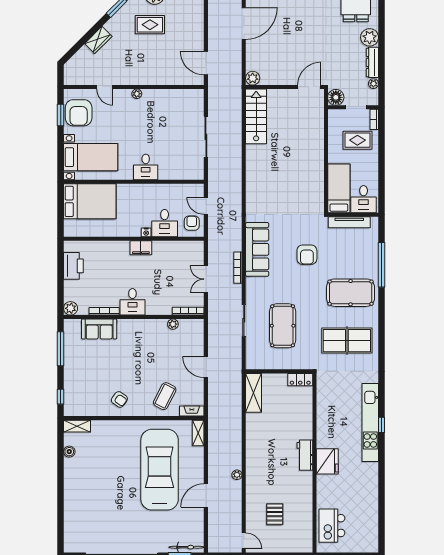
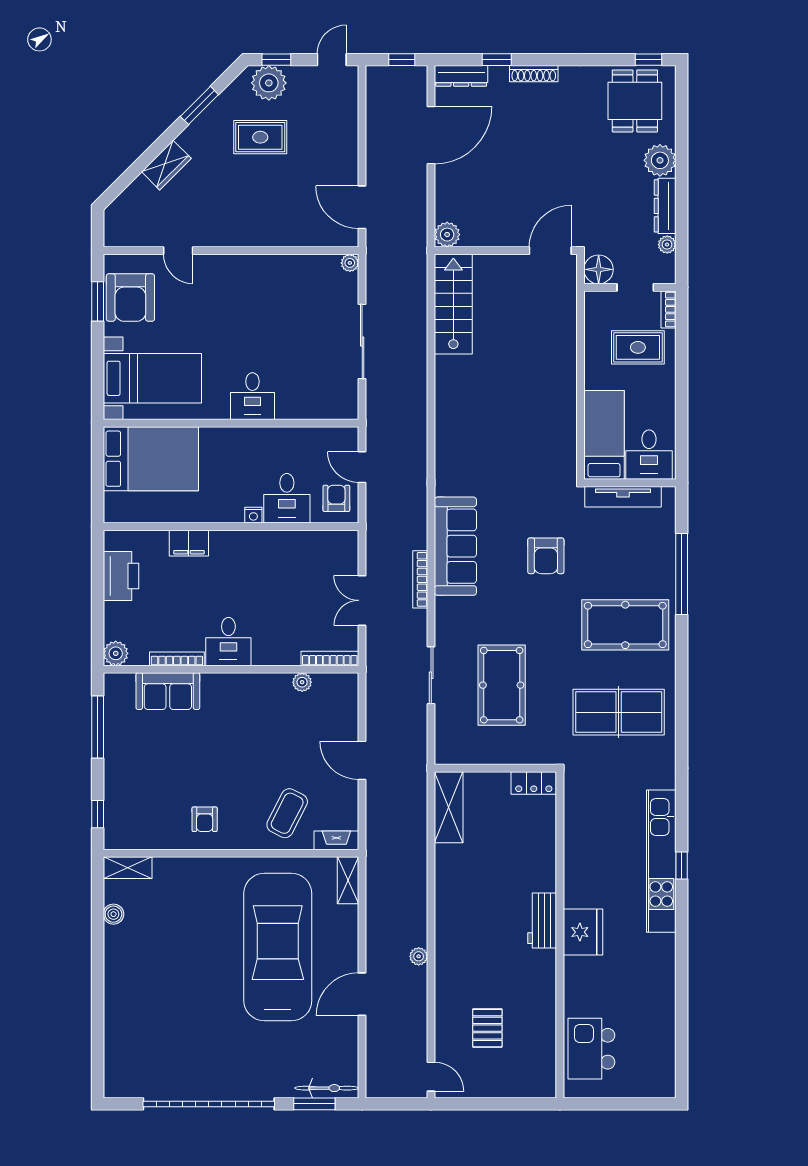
plant: (137, 94) -> (350, 263), moved
filing cabinet: (141, 248) -> (189, 543), moved
armchair: (119, 399) -> (205, 819), turned 55

